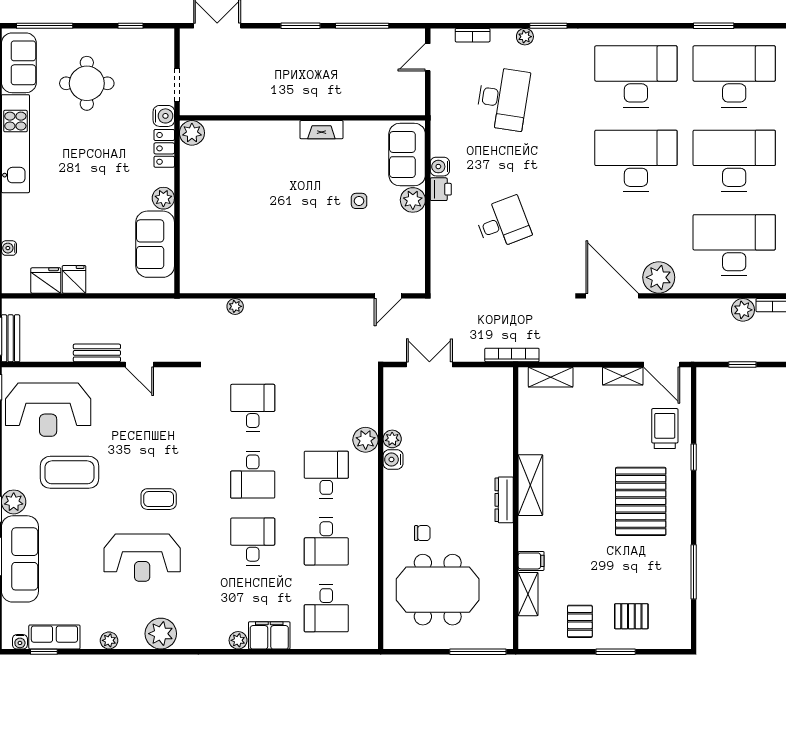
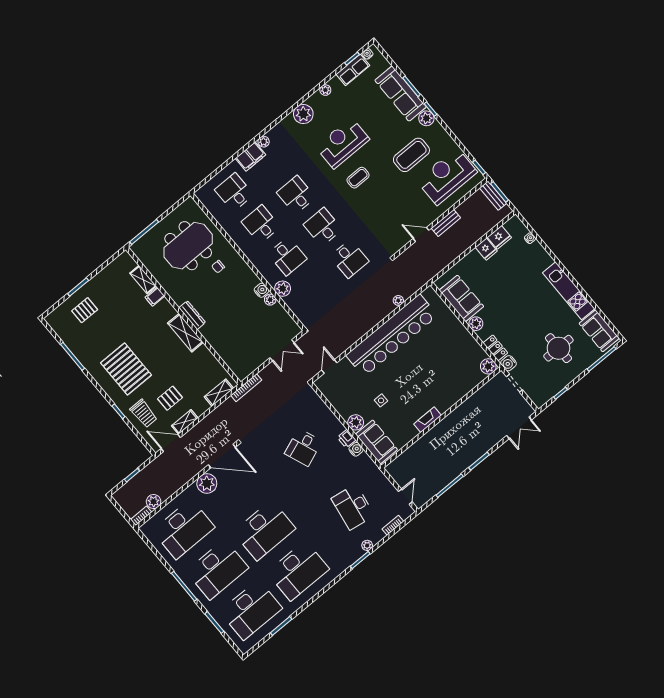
bar counter: (279, 270) -> (392, 335), added
desk: (253, 541) -> (296, 195), turned 180
pallet: (580, 621) -> (170, 398), moved, turned 90

